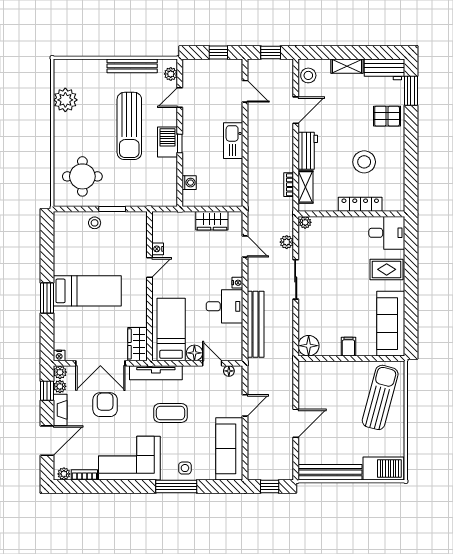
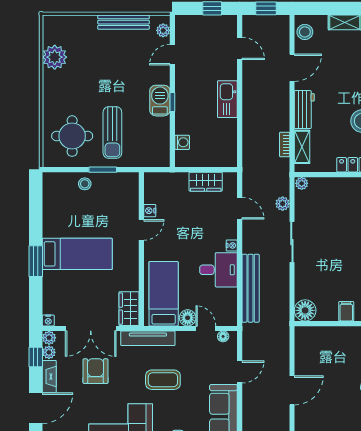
sun lounger: (129, 126) -> (112, 133), moved, width x0.73, depth x0.75

